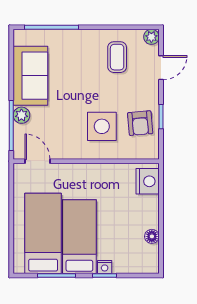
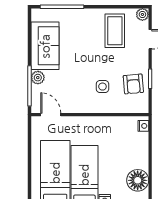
coffee table: (117, 57) -> (115, 31), width x1.36, depth x1.30
side table: (102, 126) -> (102, 87), width x0.54, depth x0.54
nightstand: (148, 181) -> (143, 126), width x0.53, depth x0.56
floor lamp: (152, 236) -> (138, 180), width x1.89, depth x1.89

